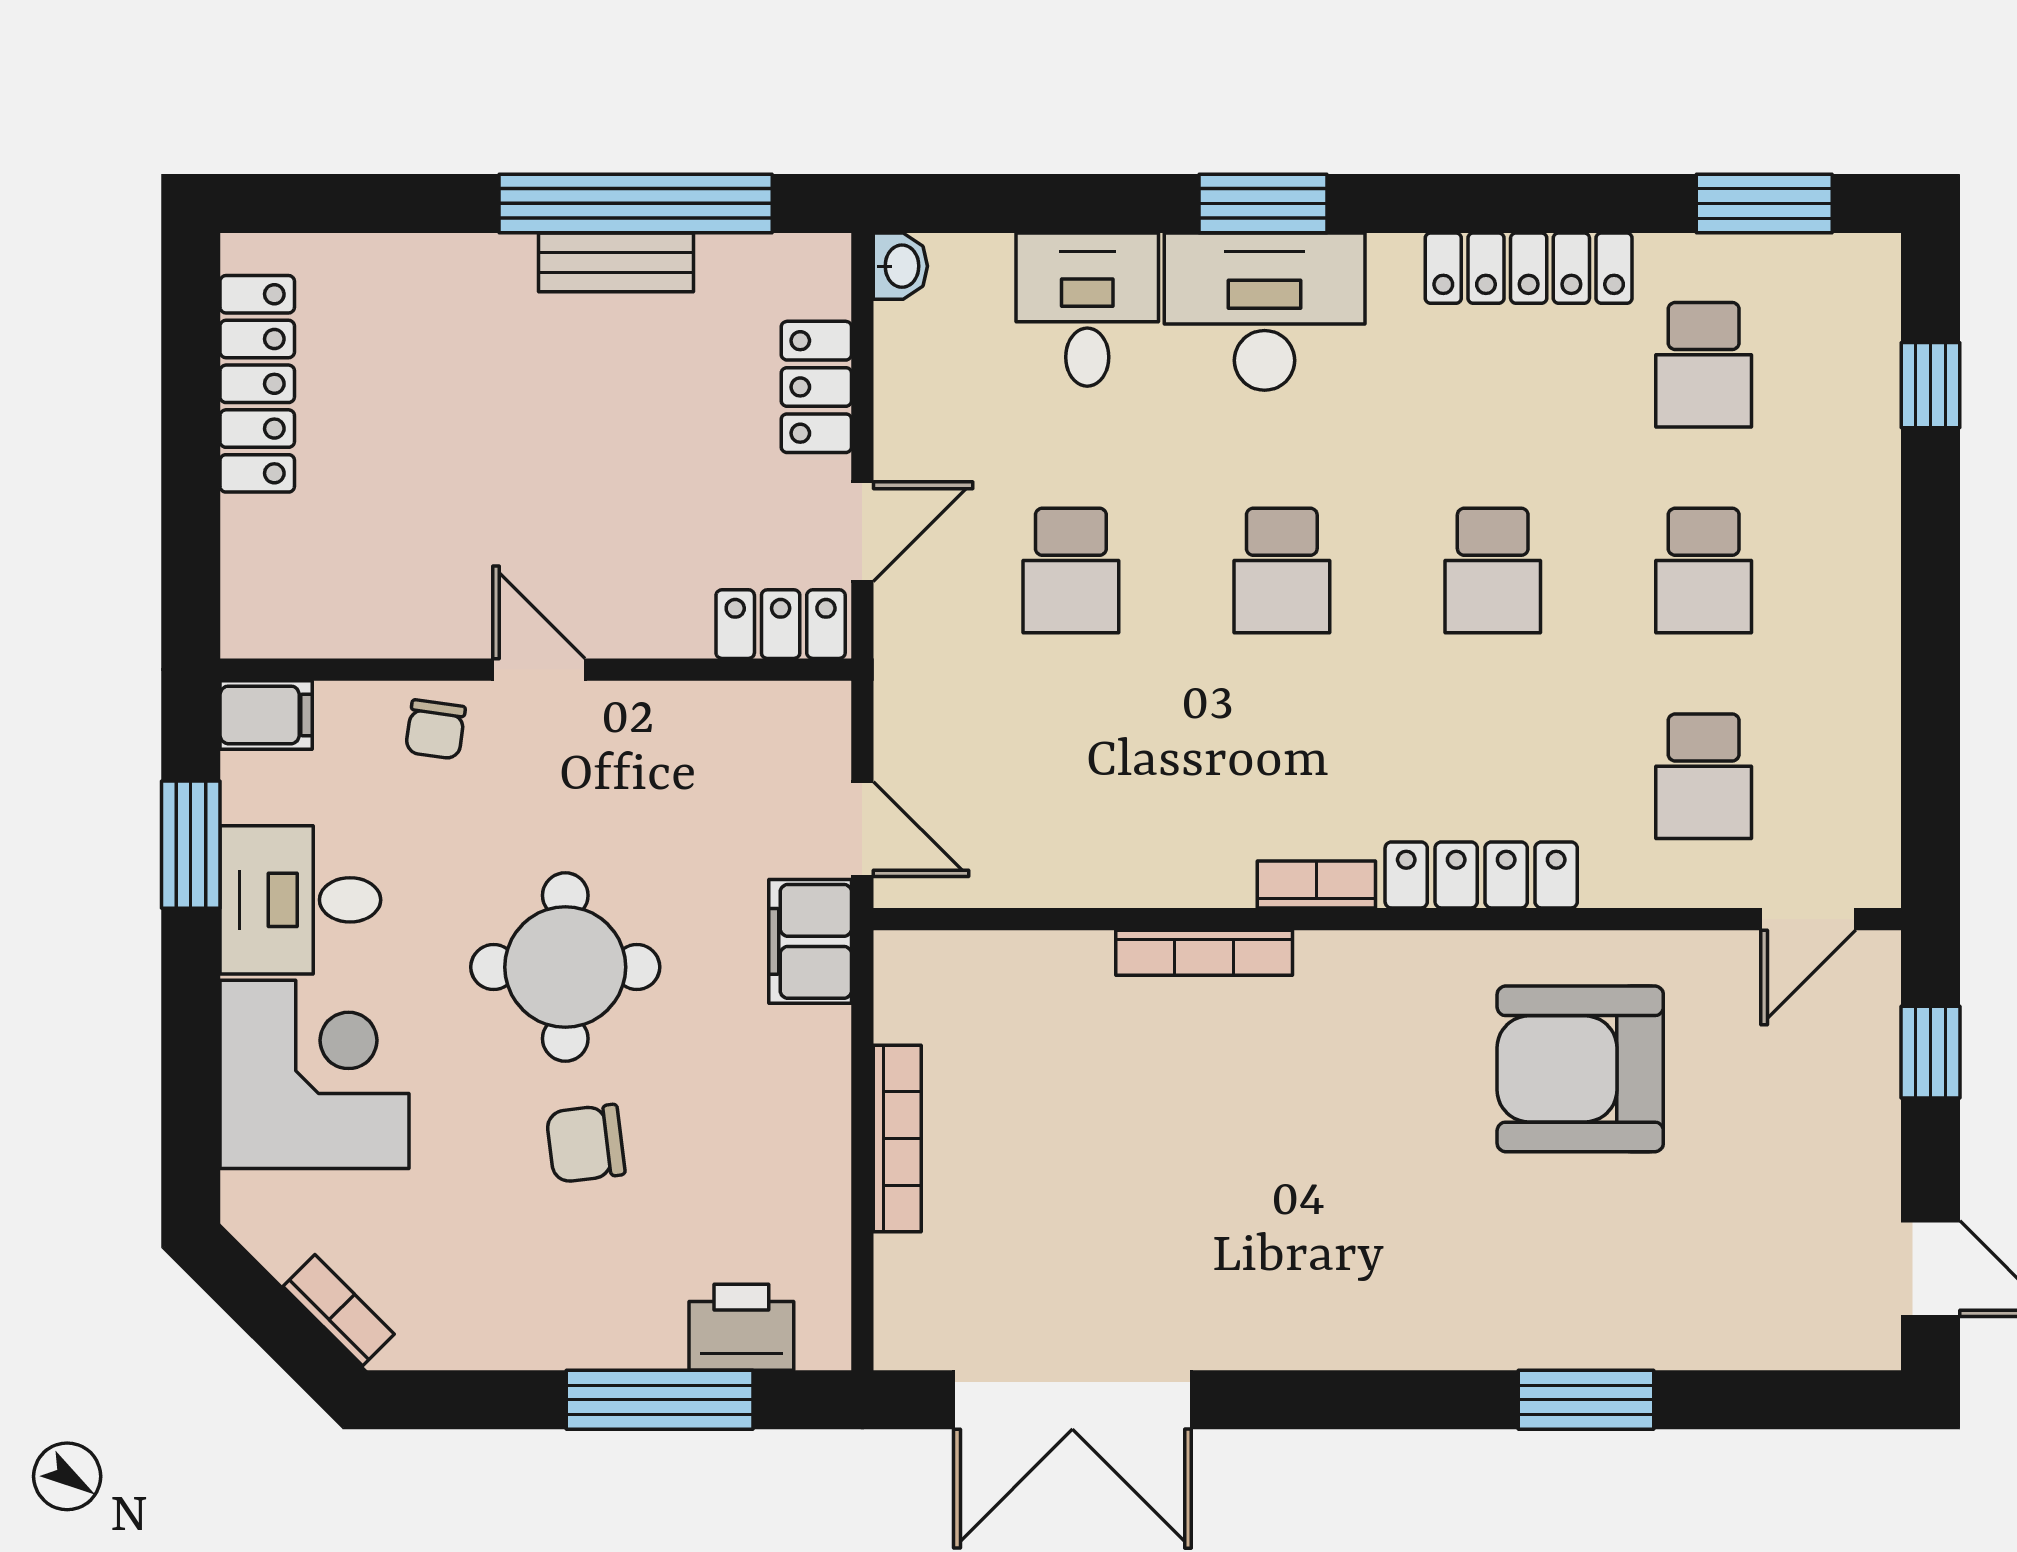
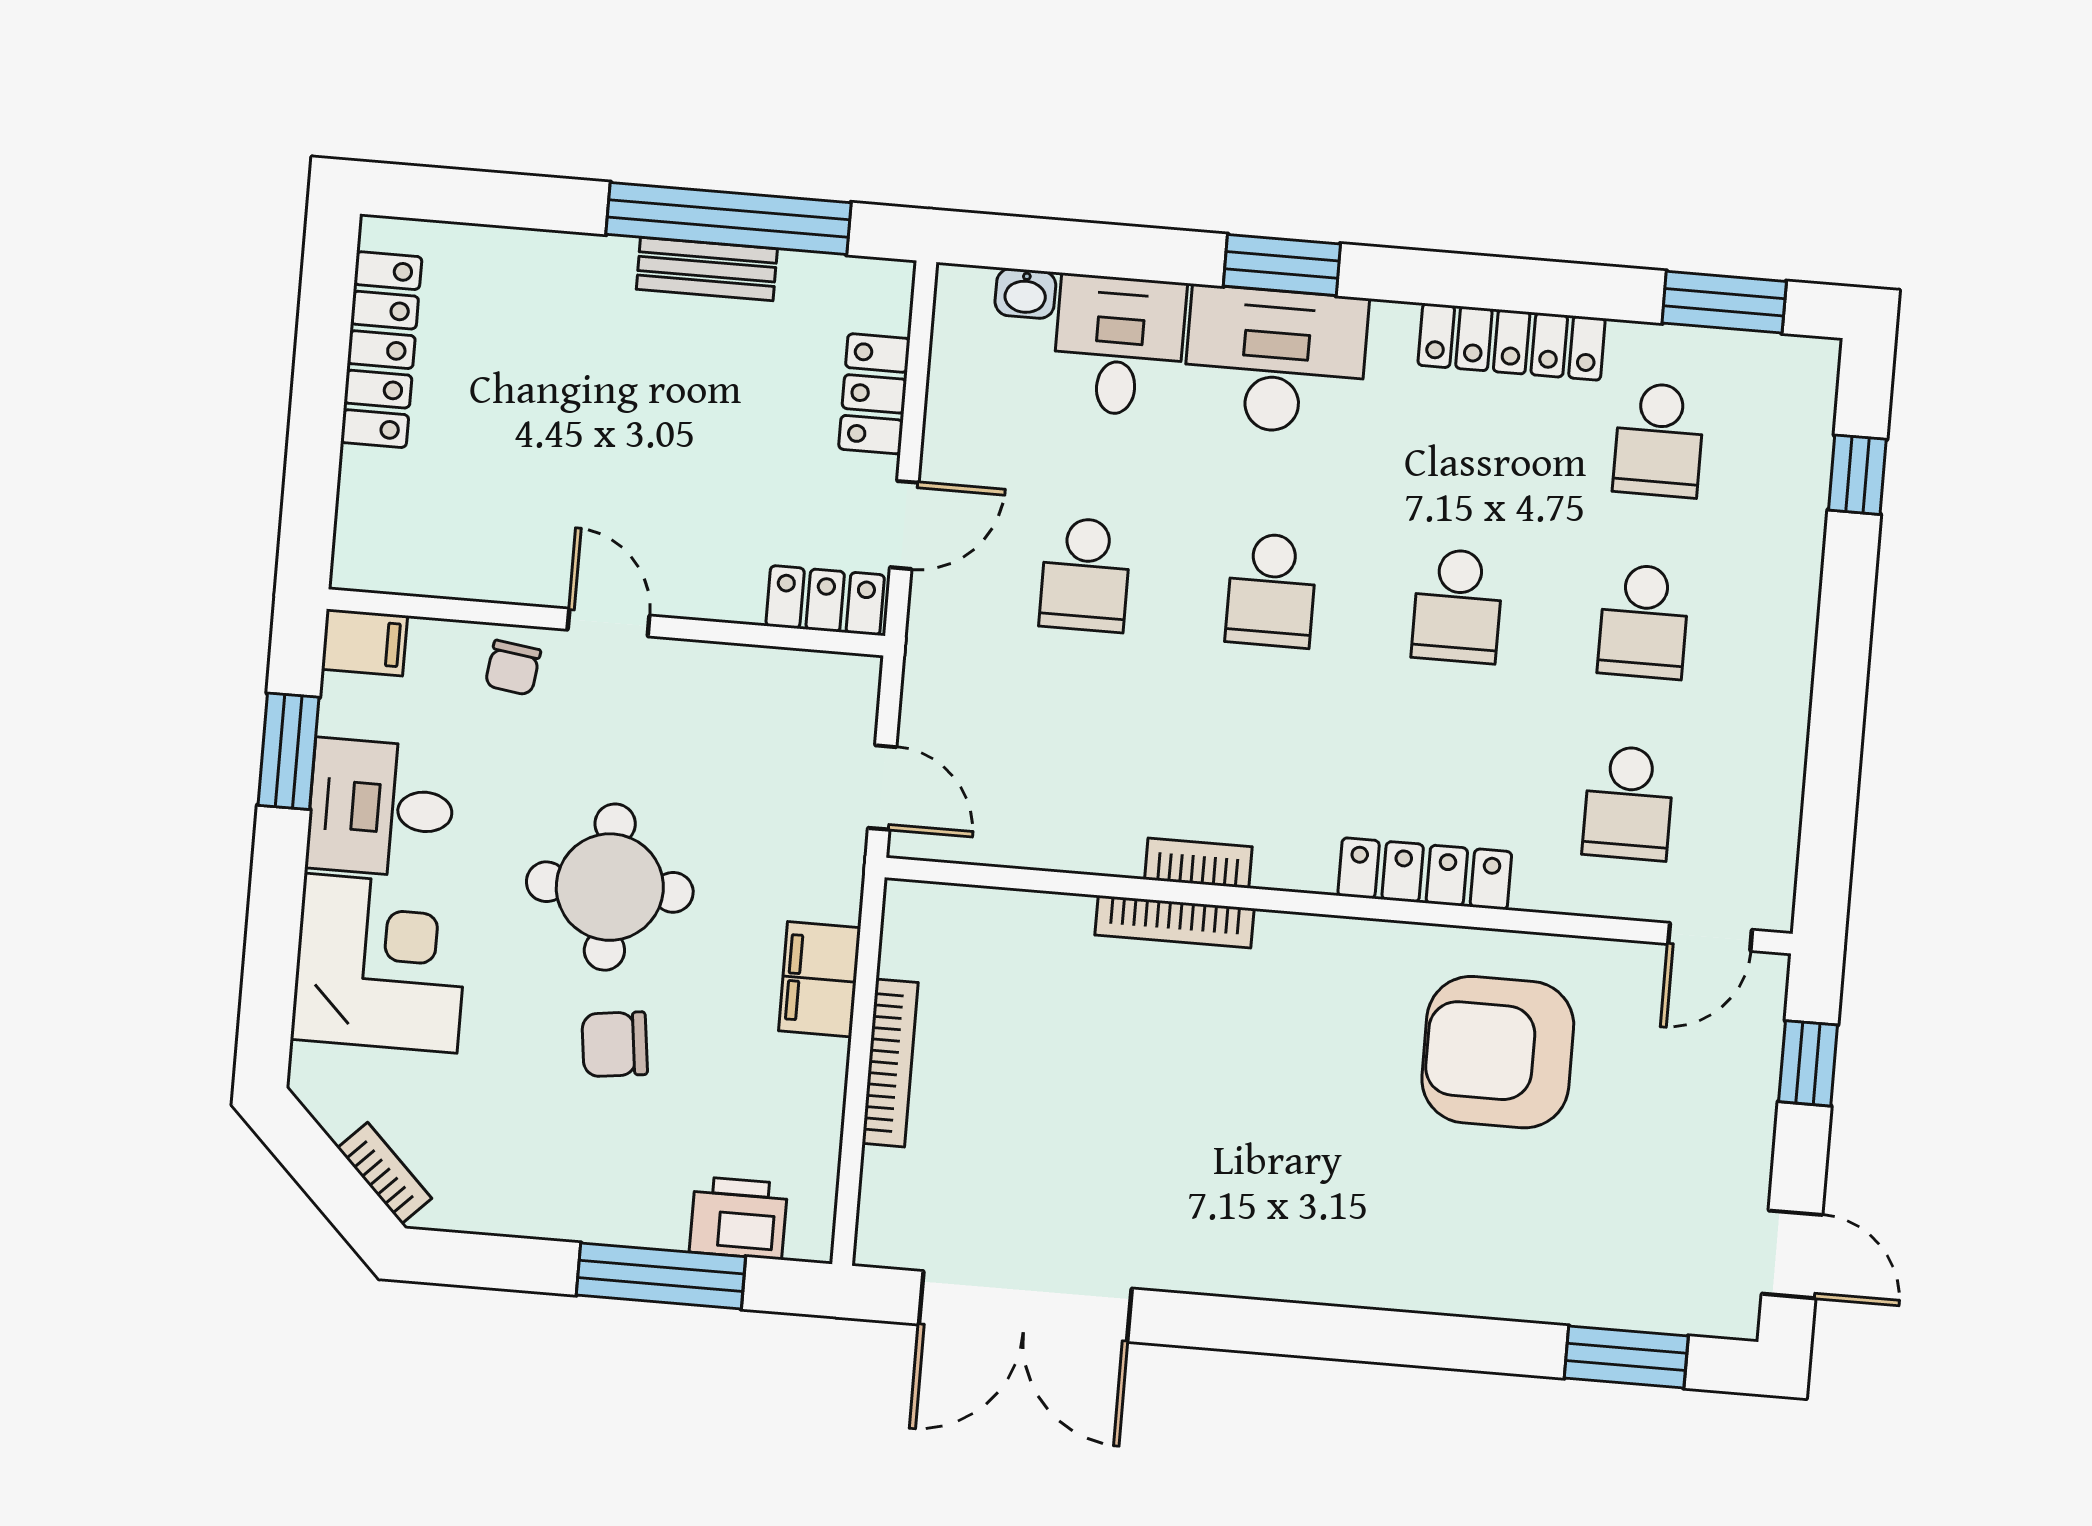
washbasin: (900, 266) -> (1025, 293), moved, turned 90
bookcase: (1316, 884) -> (1198, 863), moved
filing cabinet: (810, 941) -> (820, 979), moved
window: (1586, 1400) -> (1626, 1357), moved

